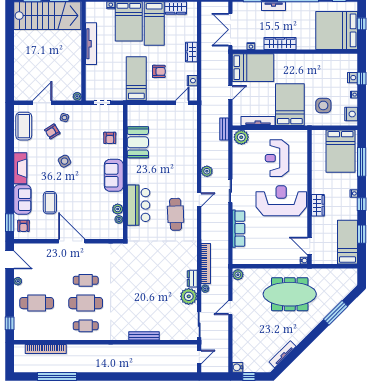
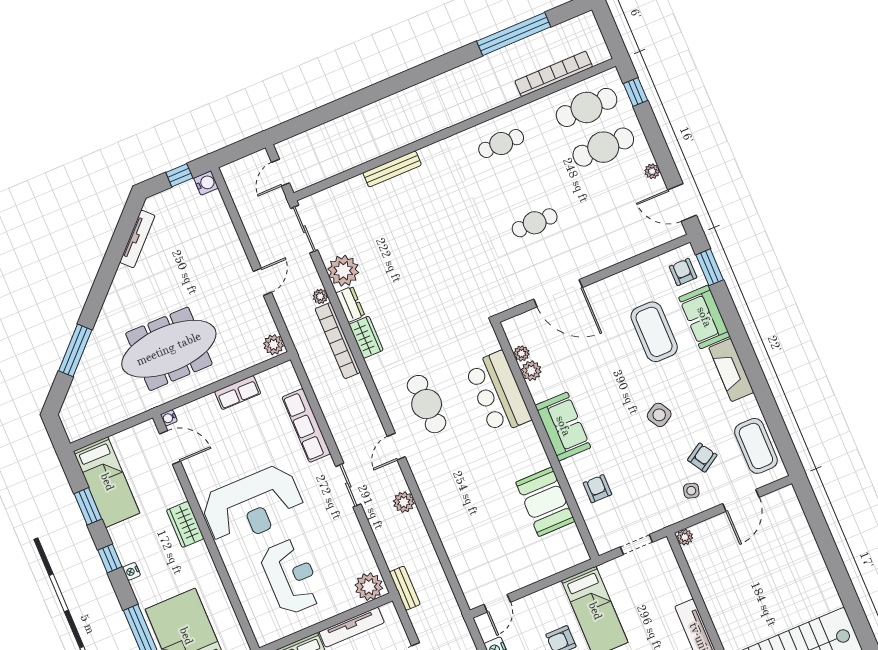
coffee table: (50, 203) -> (654, 332), width x1.36, depth x1.32
door: (72, 241) -> (558, 293), moved
wardrobe: (191, 259) -> (366, 337), added
row of seats: (265, 259) -> (238, 393), added
cafe table: (86, 303) -> (587, 107), moved

